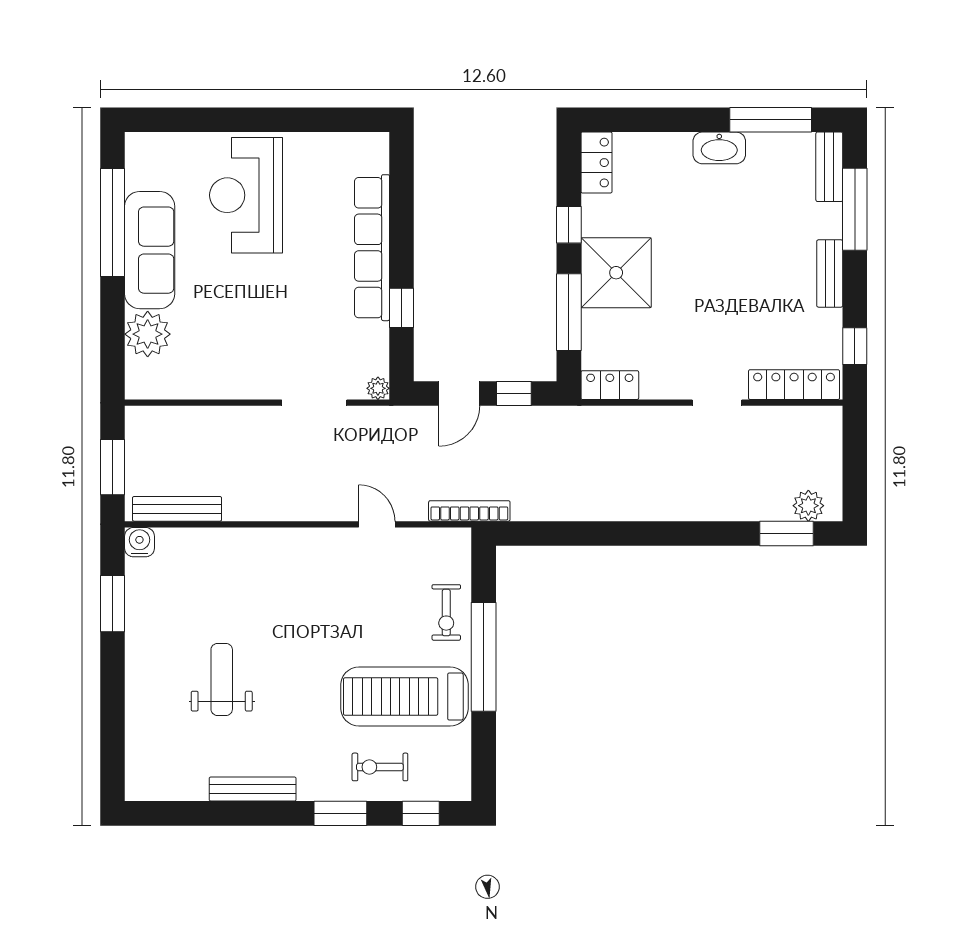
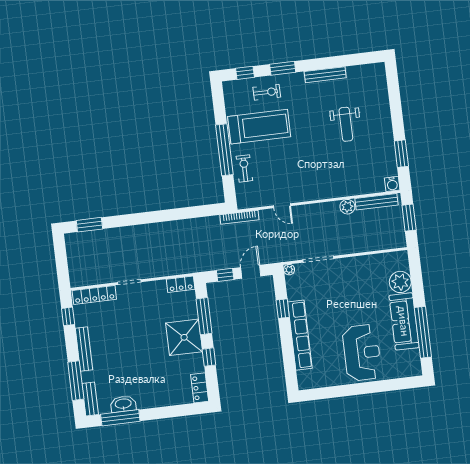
washbasin: (719, 148) -> (123, 404), moved
bench: (830, 273) -> (84, 349), width x1.36
plant: (808, 506) -> (347, 207), moved

